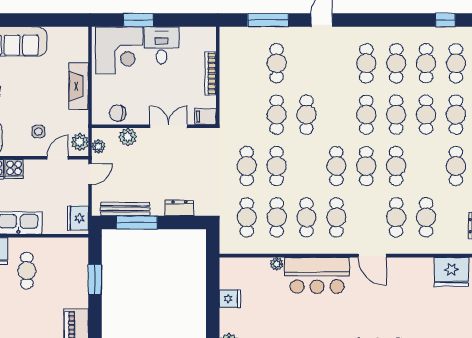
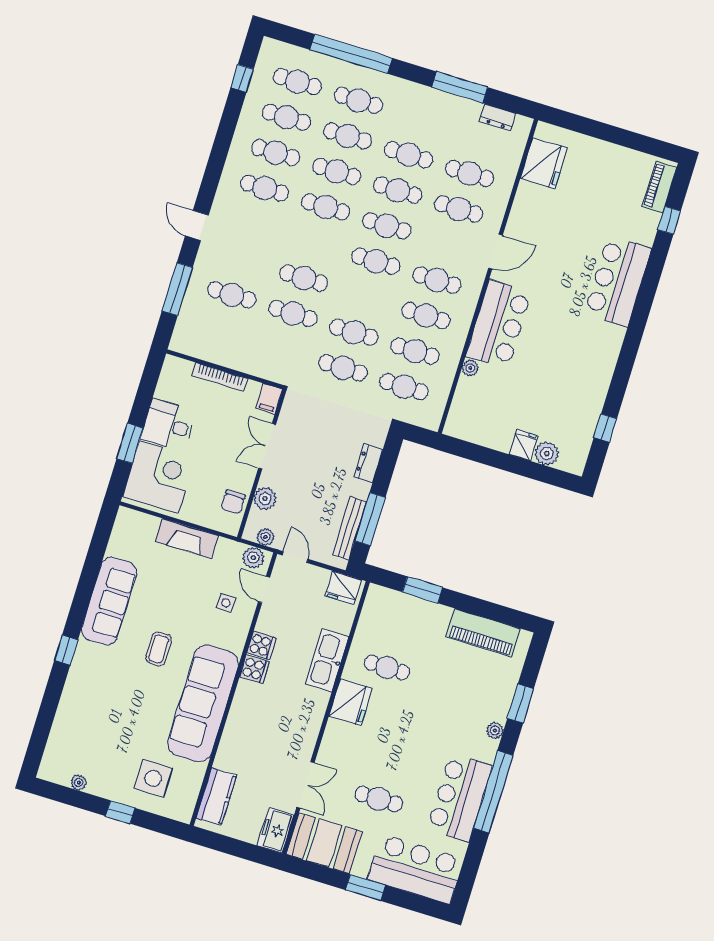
cafe table: (456, 166) -> (409, 155), moved
fridge: (230, 299) -> (524, 445), moved

